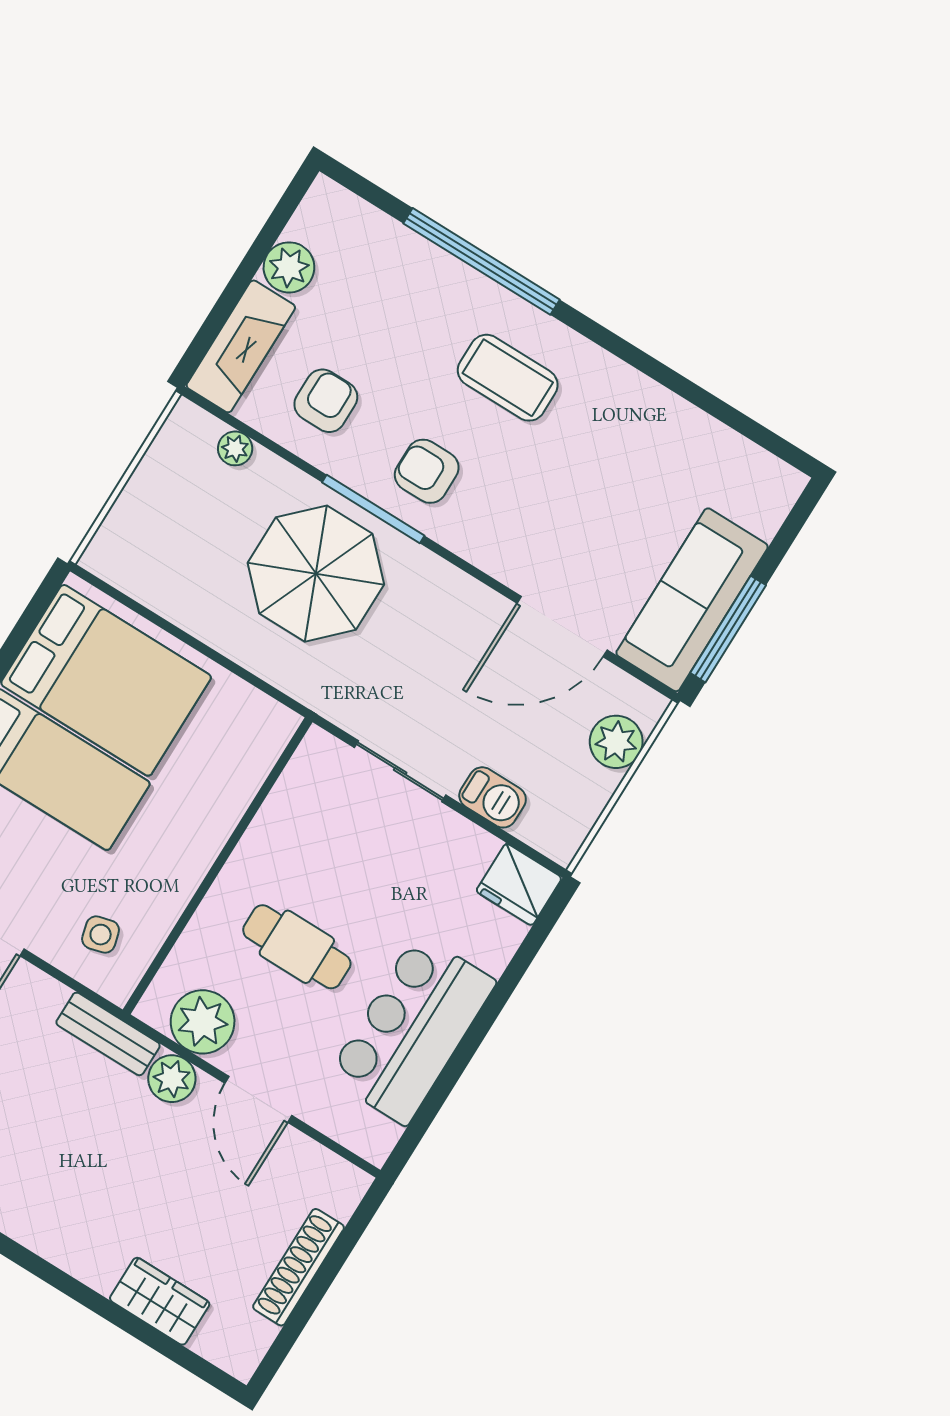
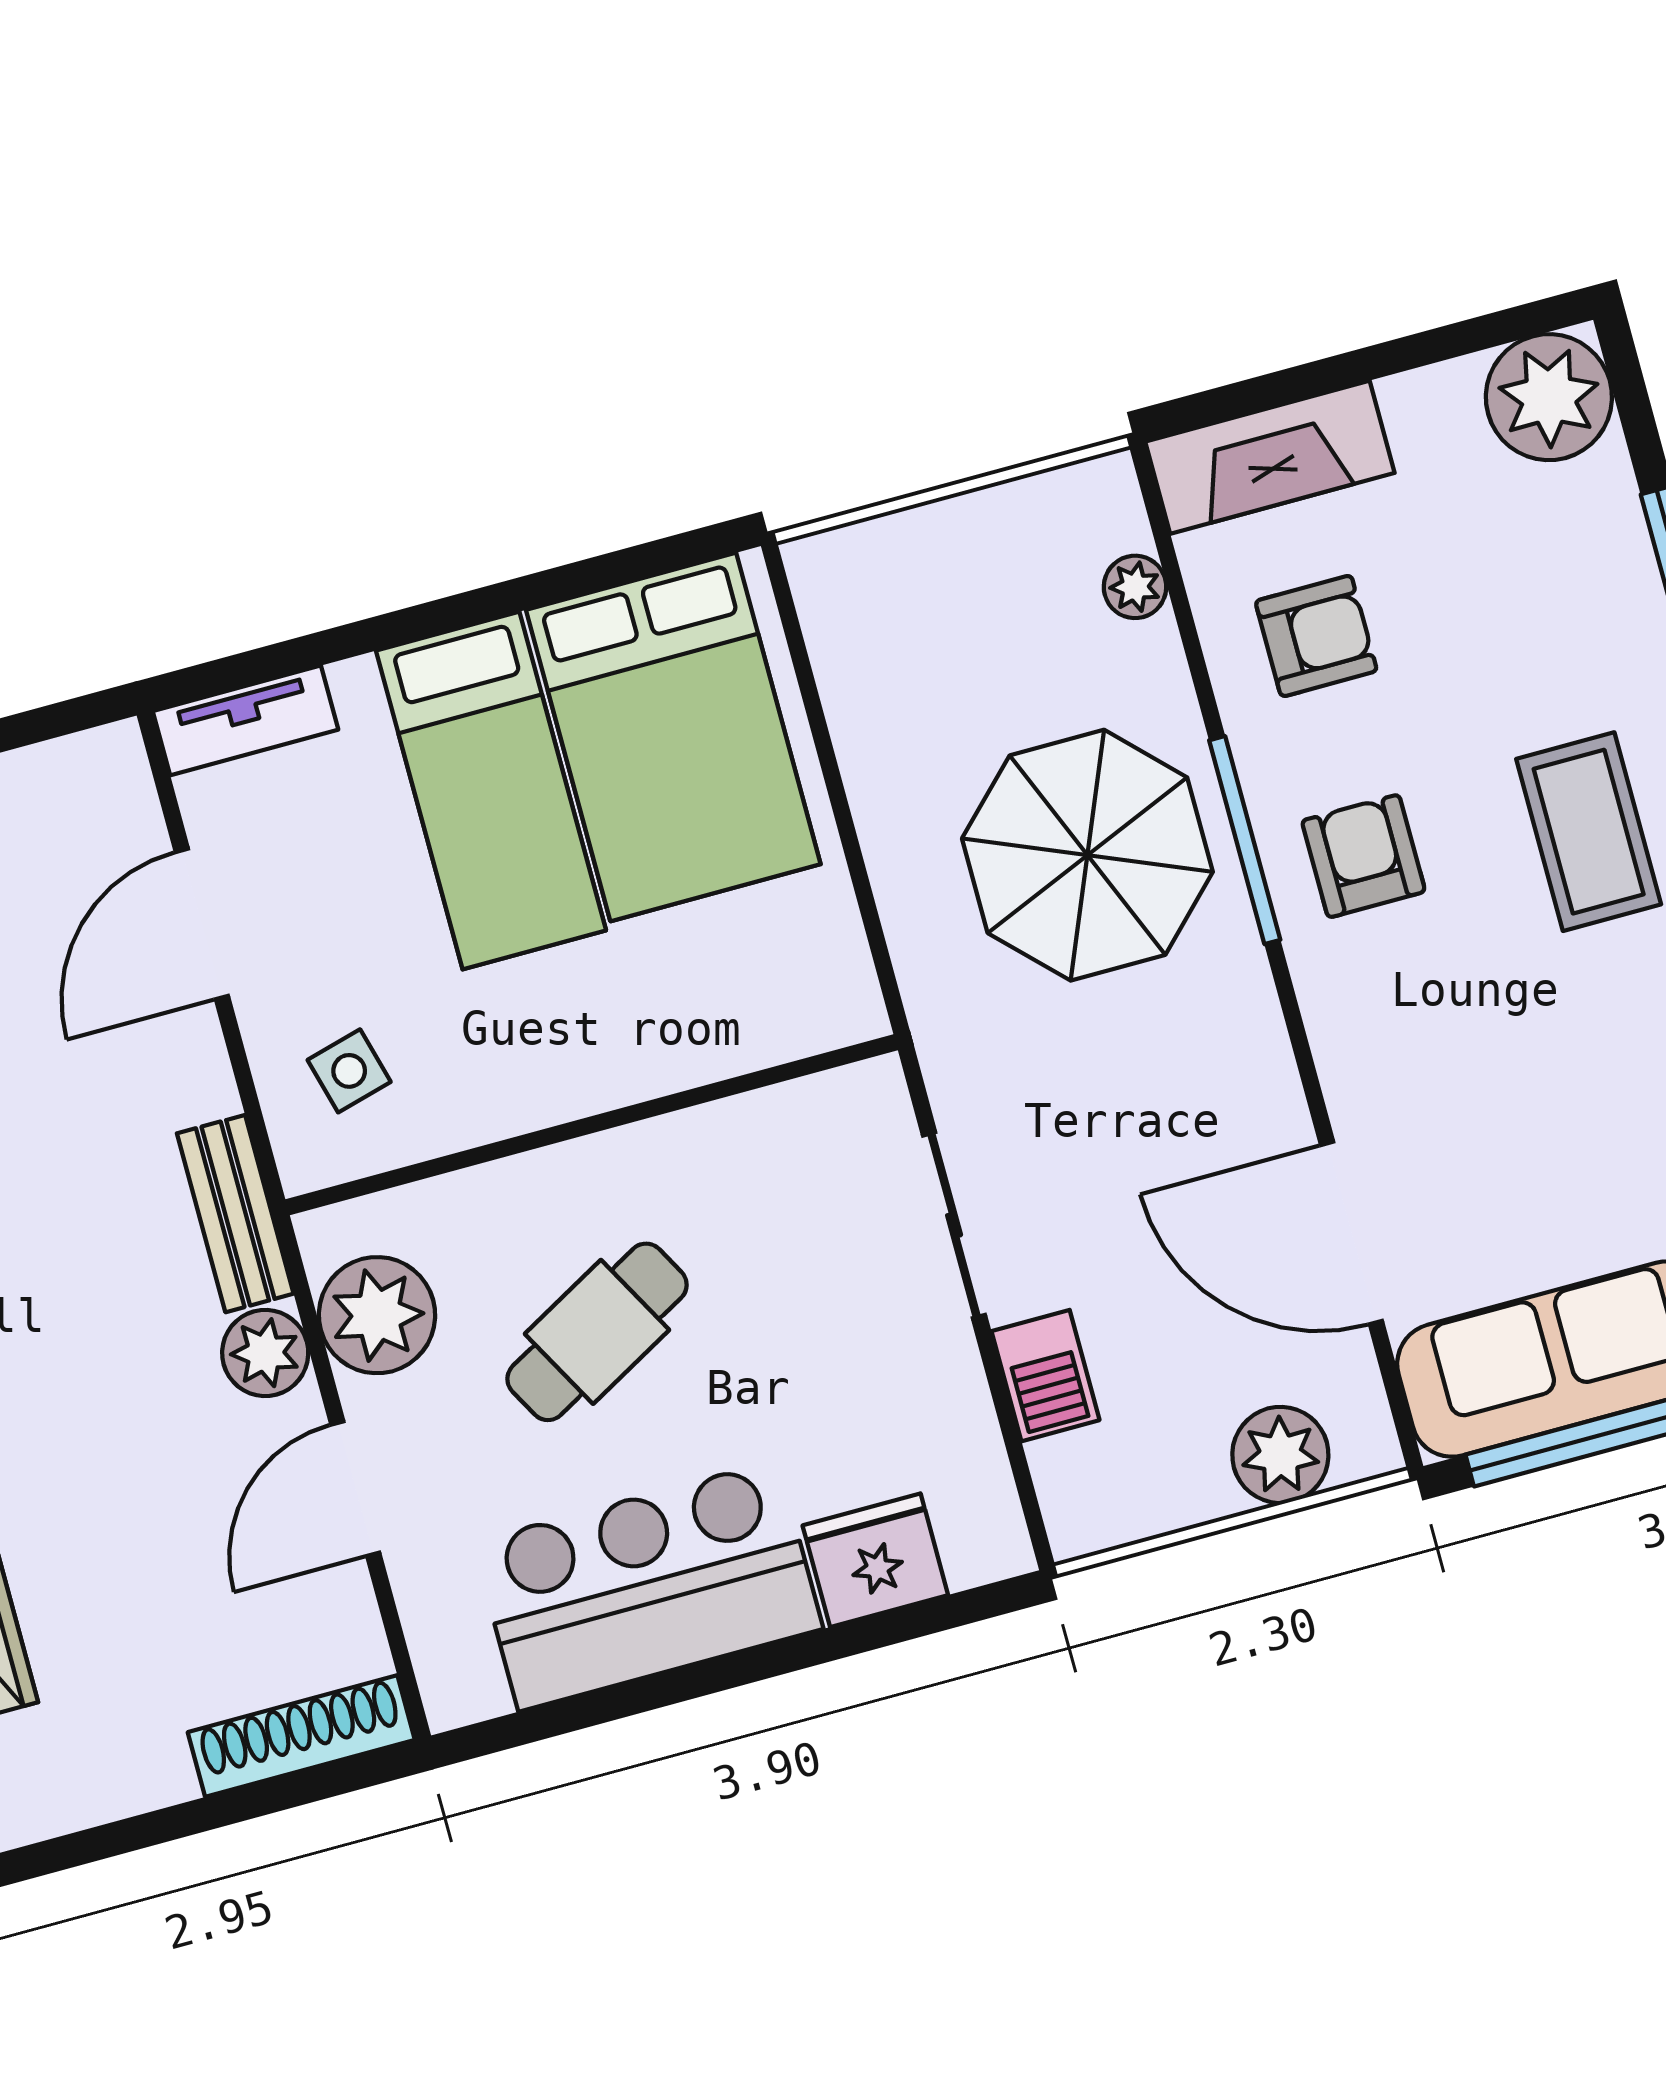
plant: (289, 267) -> (1549, 397), moved, width x1.36, depth x1.36
fridge: (519, 885) -> (875, 1560), moved, turned 90
cafe table: (297, 947) -> (597, 1332), turned 61
shoe rack: (299, 1267) -> (301, 1736), moved

